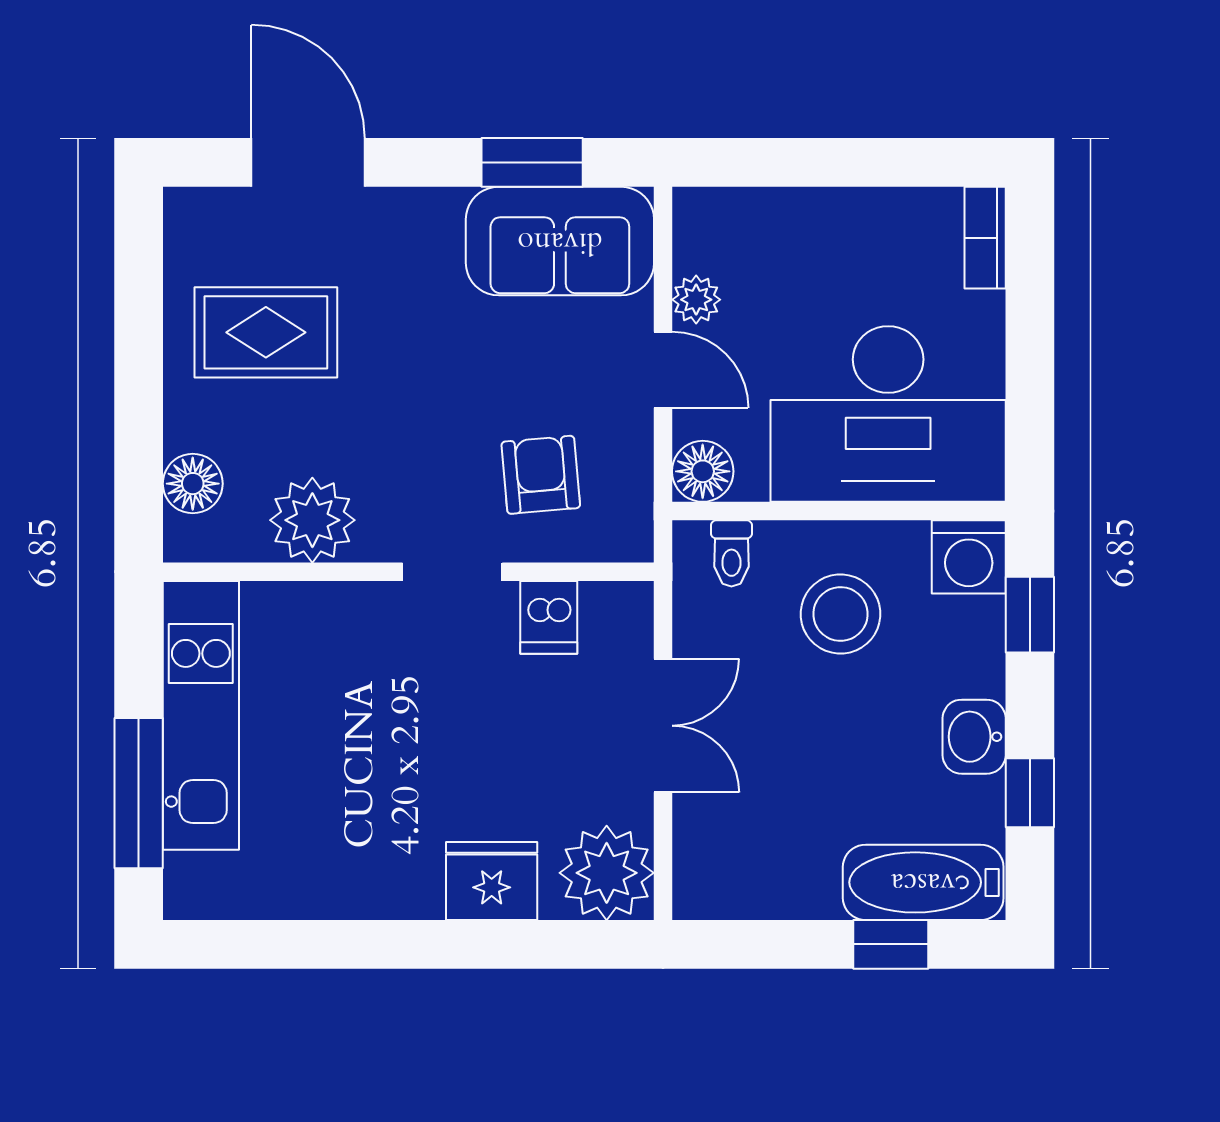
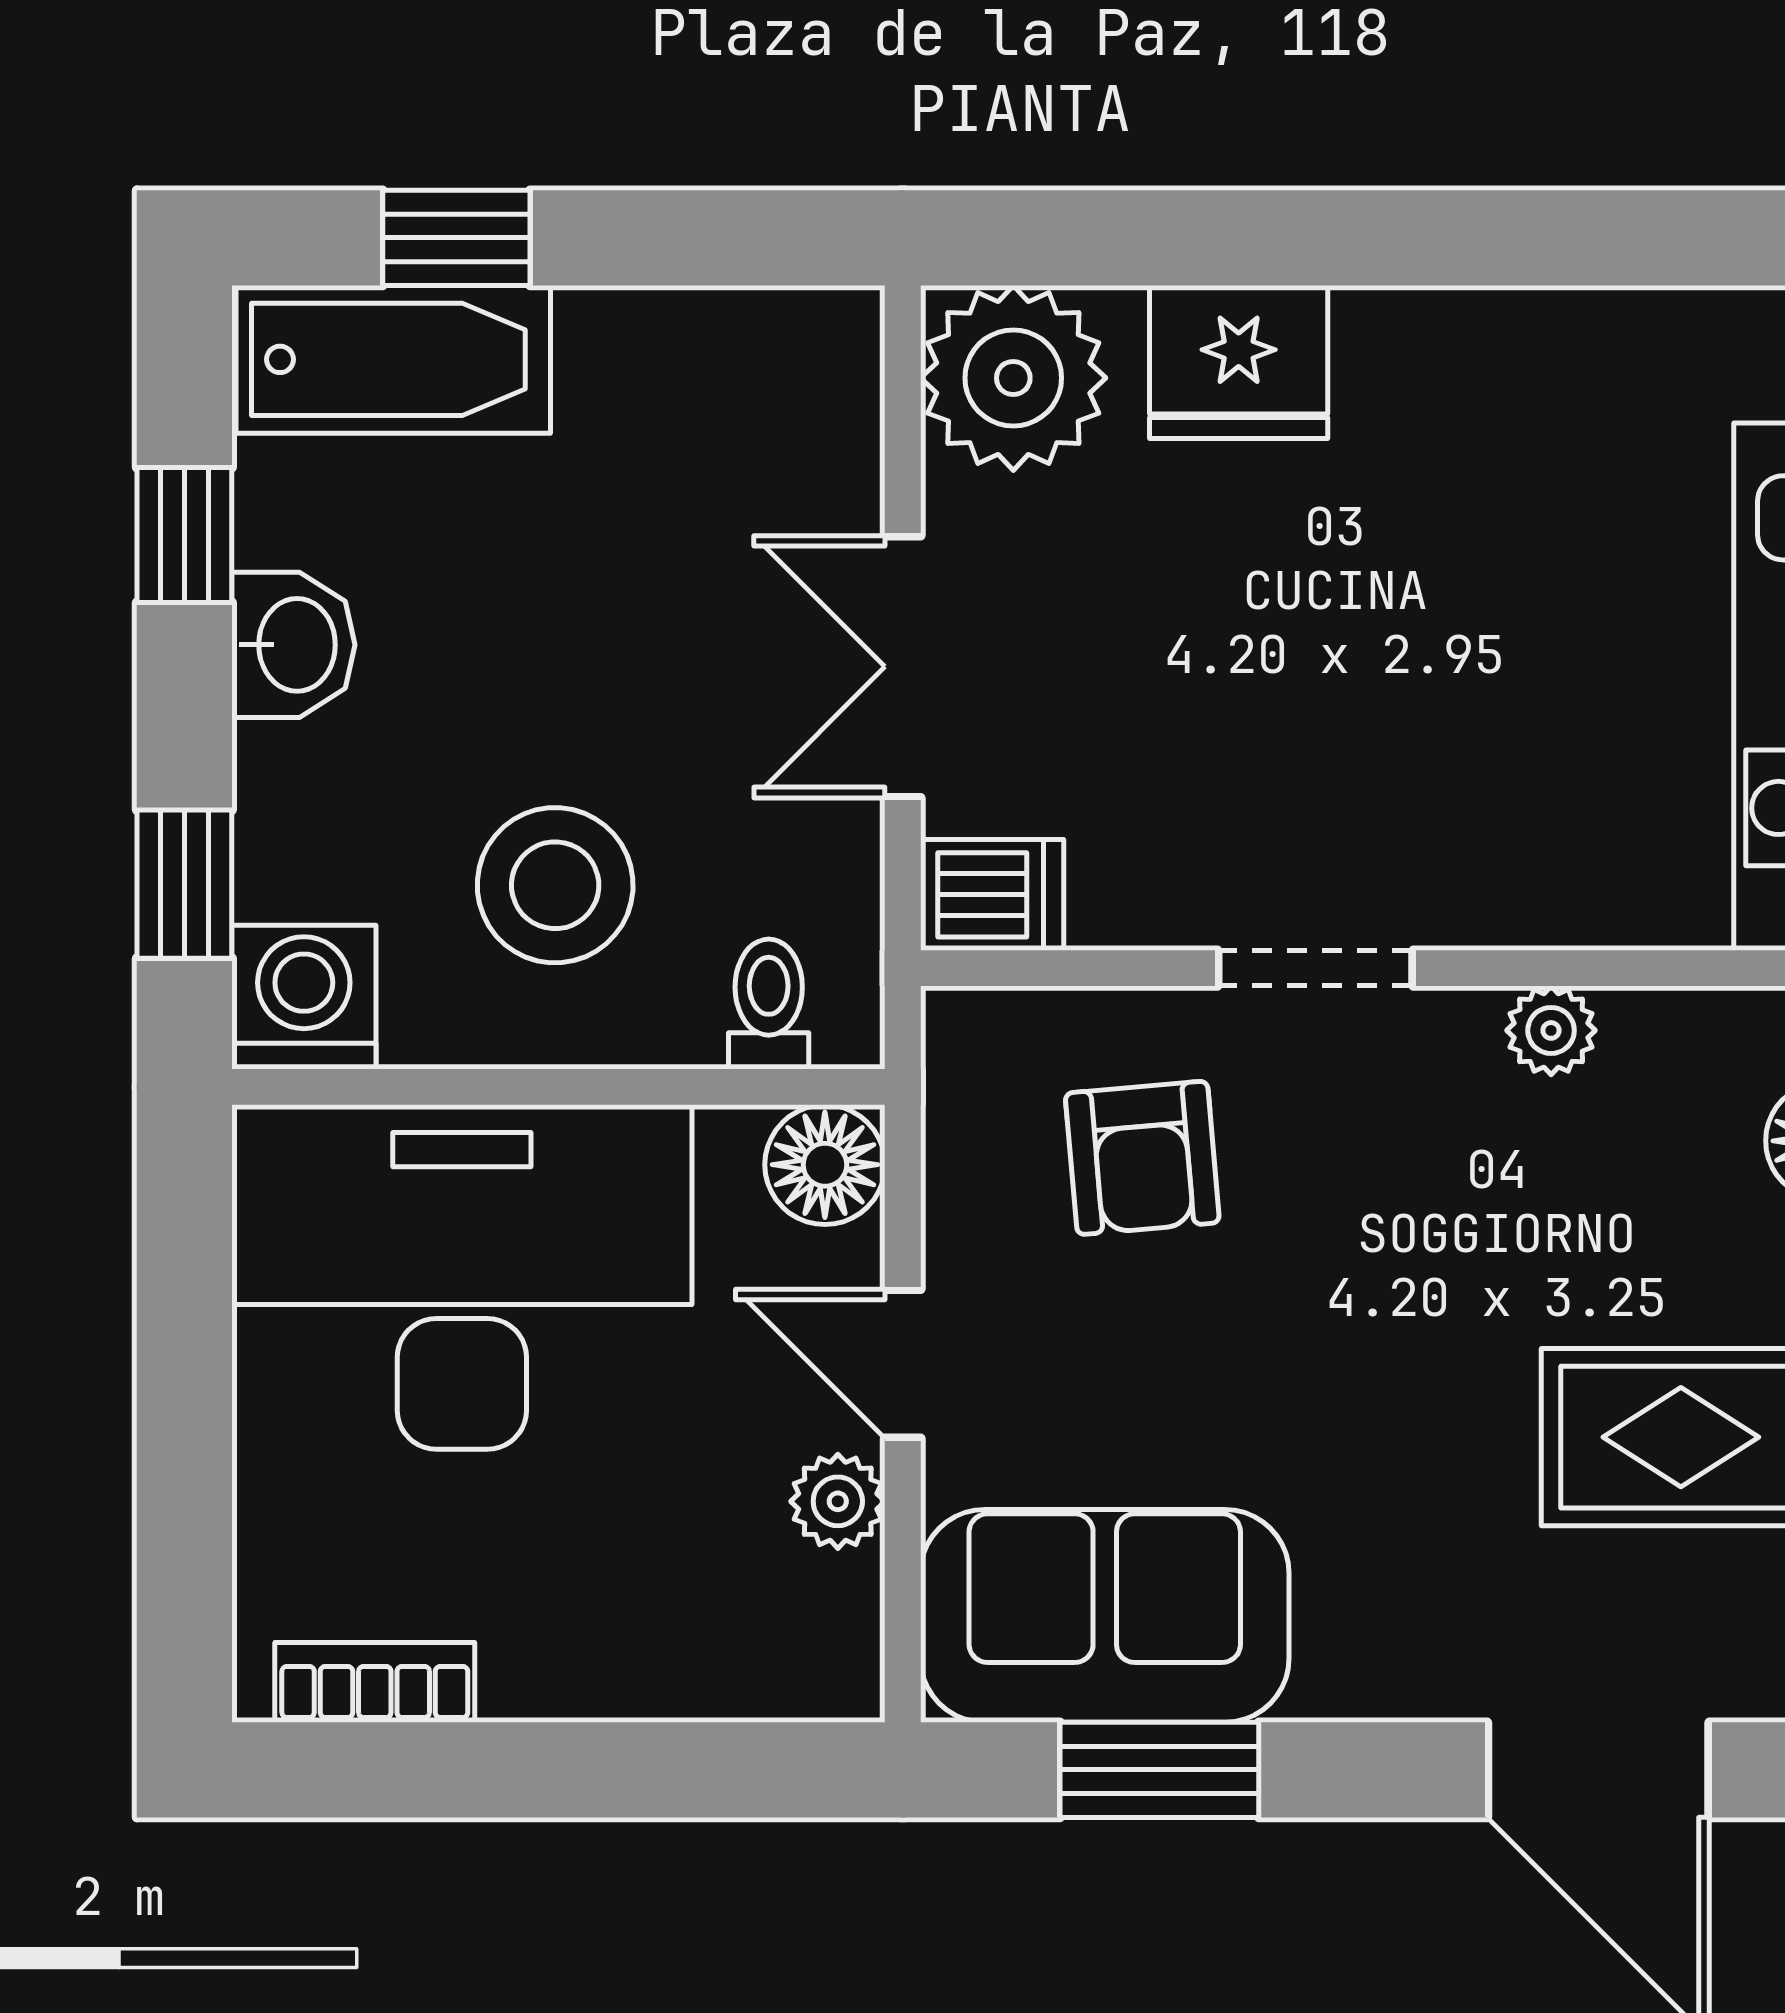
bookcase: (985, 238) -> (375, 1682), moved, turned -90
plant: (312, 520) -> (1551, 1030), width x0.53, depth x0.53
dishwasher: (549, 617) -> (992, 895), moved, turned 90

